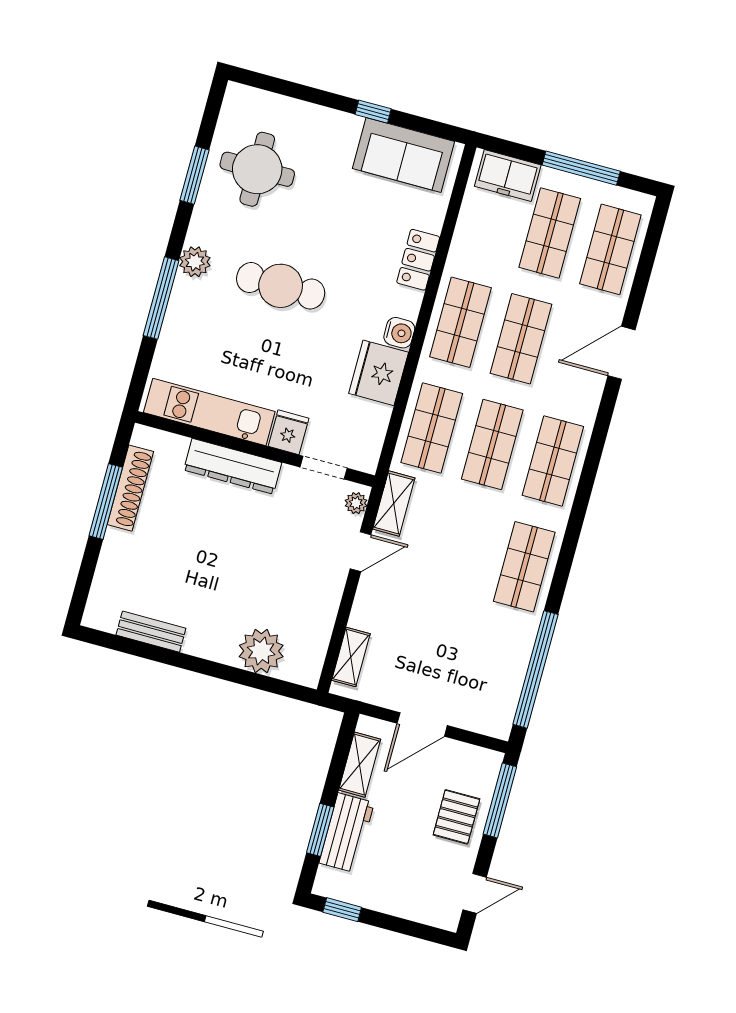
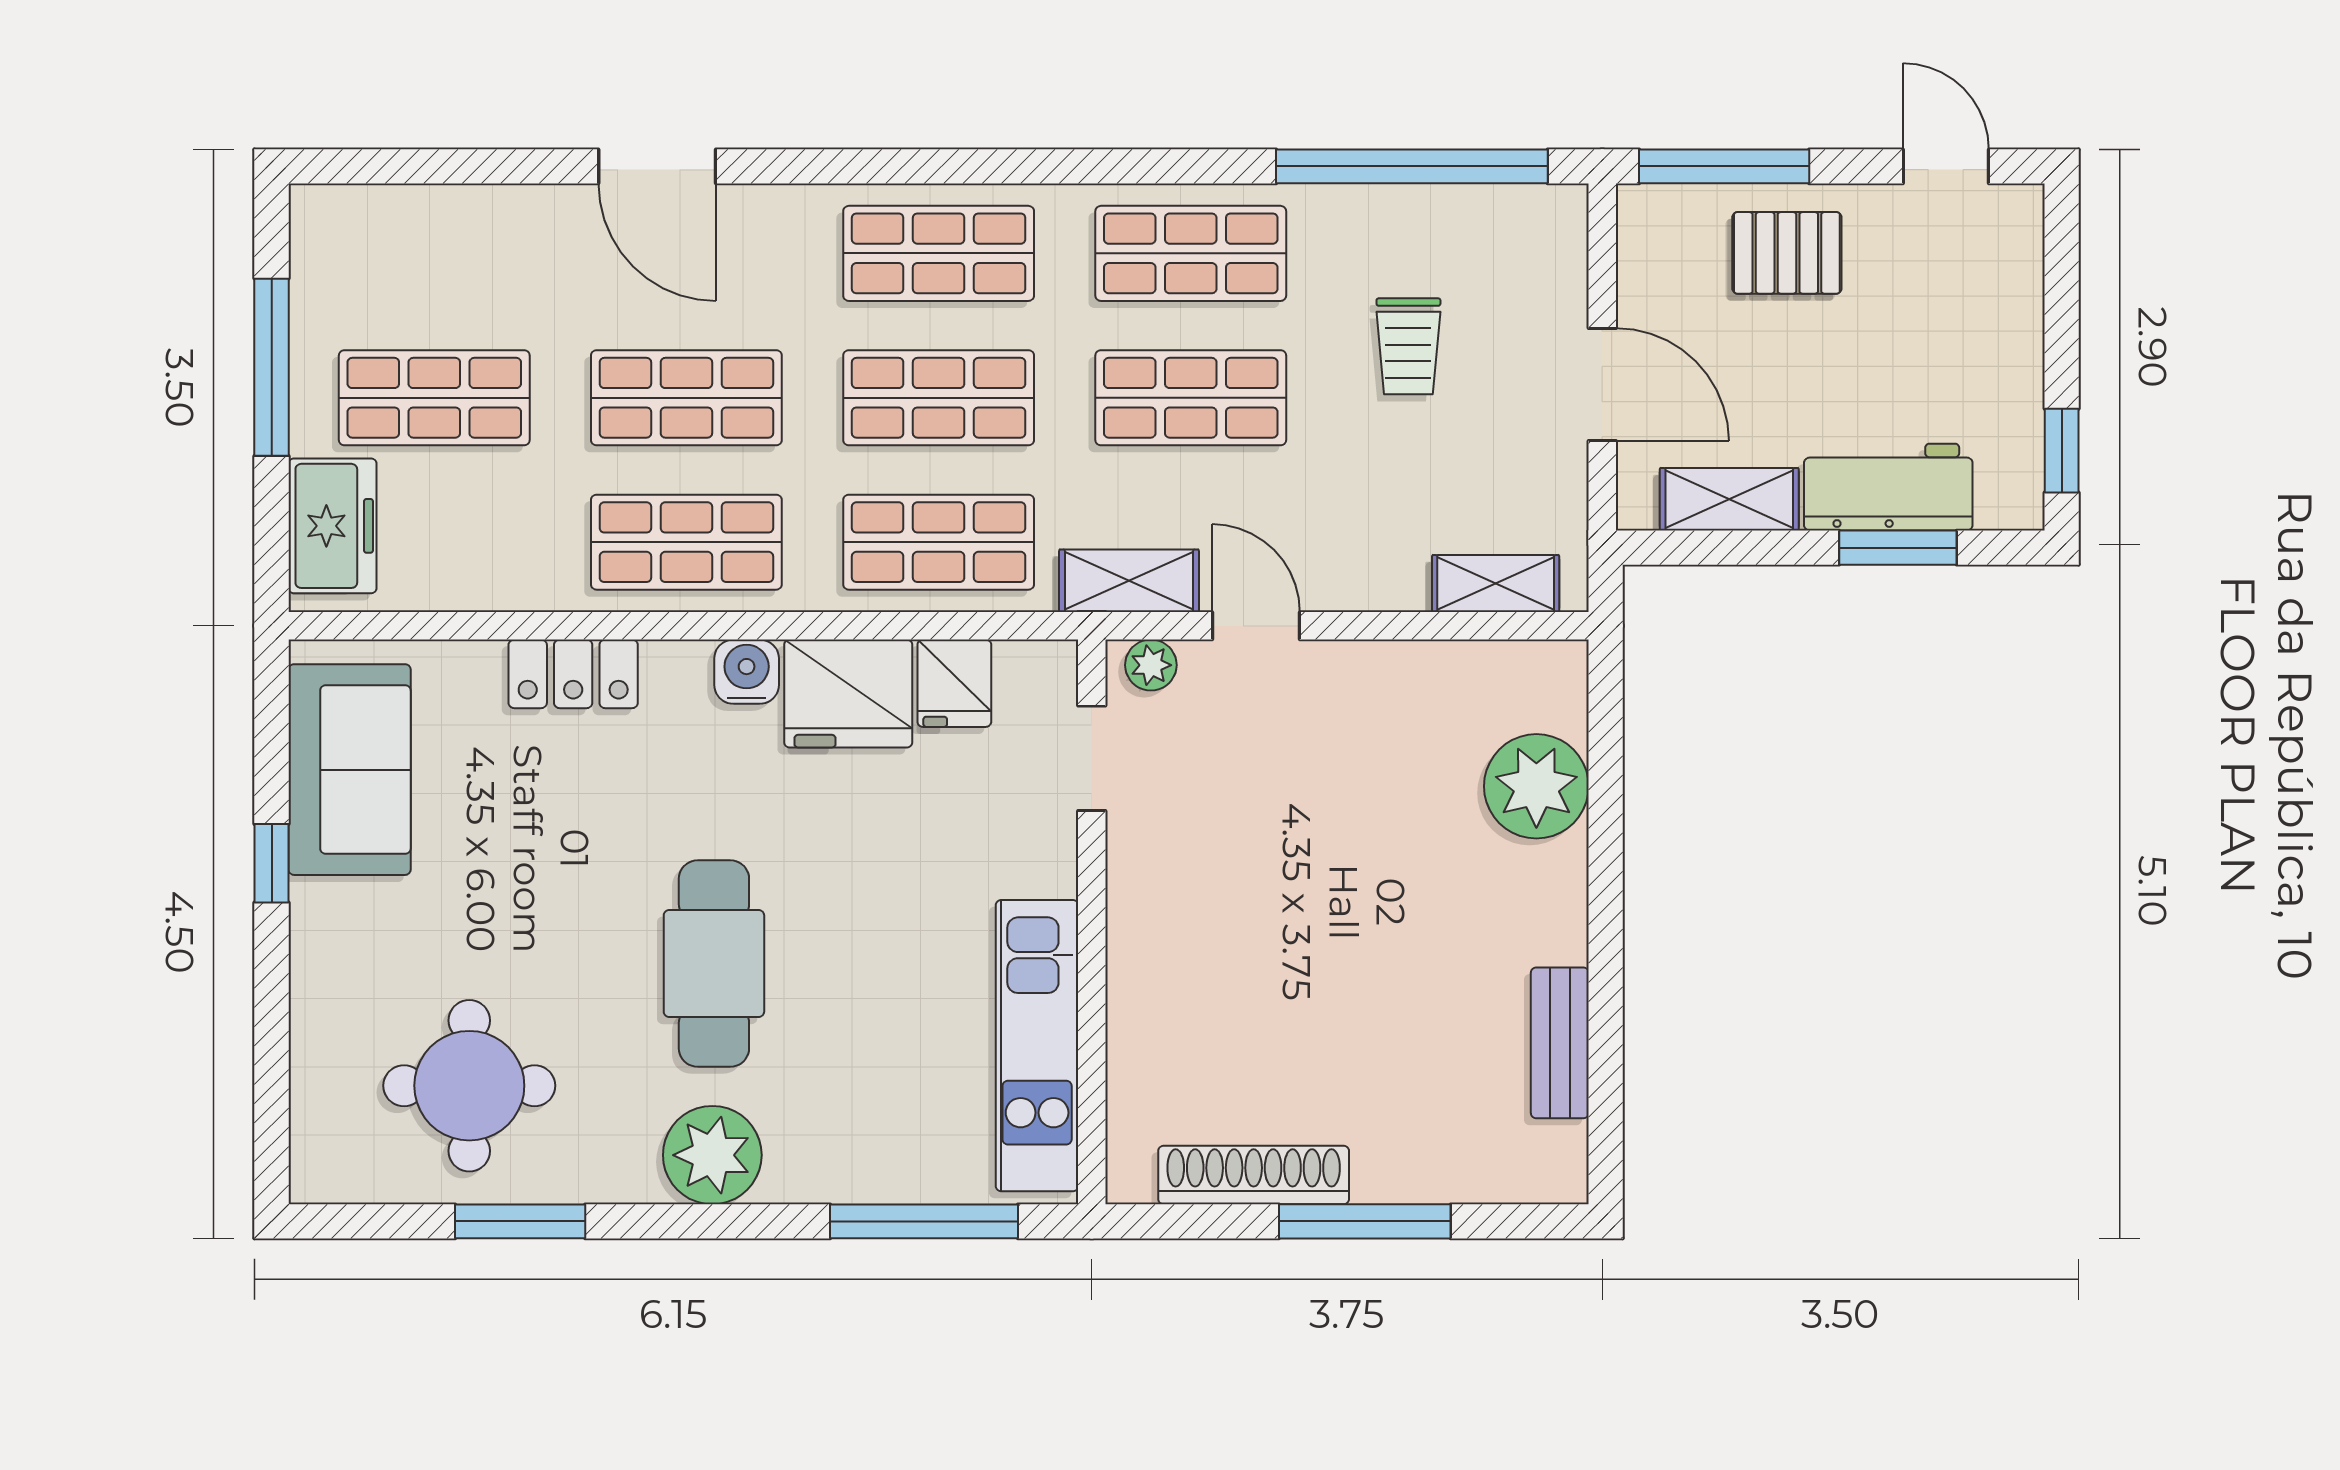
shop shelf: (610, 249) -> (1191, 398), moved
plant: (195, 262) -> (712, 1155), width x1.36, depth x1.36
window: (161, 298) -> (924, 1221), moved
fridge: (289, 432) -> (954, 683), moved, turned -90
dresser: (233, 466) -> (1144, 961), removed
window: (106, 502) -> (1365, 1221), moved
trolley: (460, 647) -> (1408, 346), added

